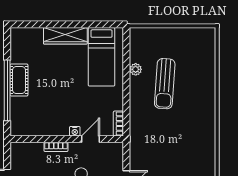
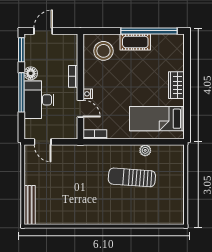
wardrobe: (65, 36) -> (176, 85), width x0.67
window: (7, 90) -> (149, 31), moved
stool: (29, 114) -> (103, 51), added

